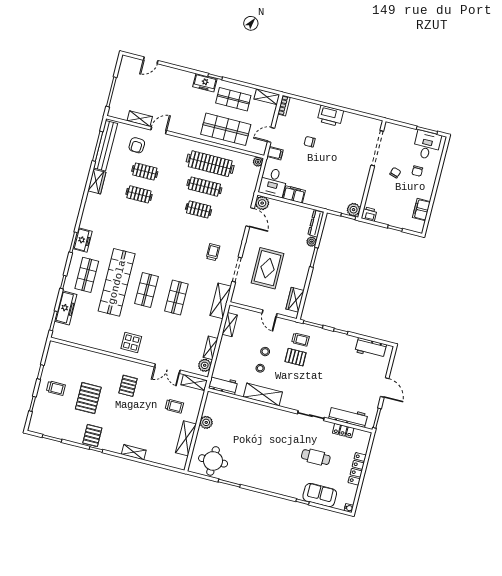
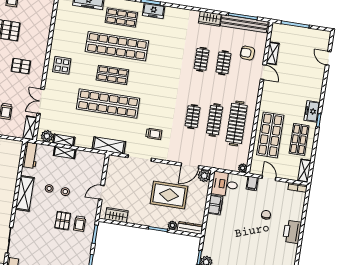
rug: (268, 268) -> (169, 195), moved
shop shelf: (176, 298) -> (108, 104), width x2.00, depth x1.36
shelving: (230, 325) -> (65, 152), moved

